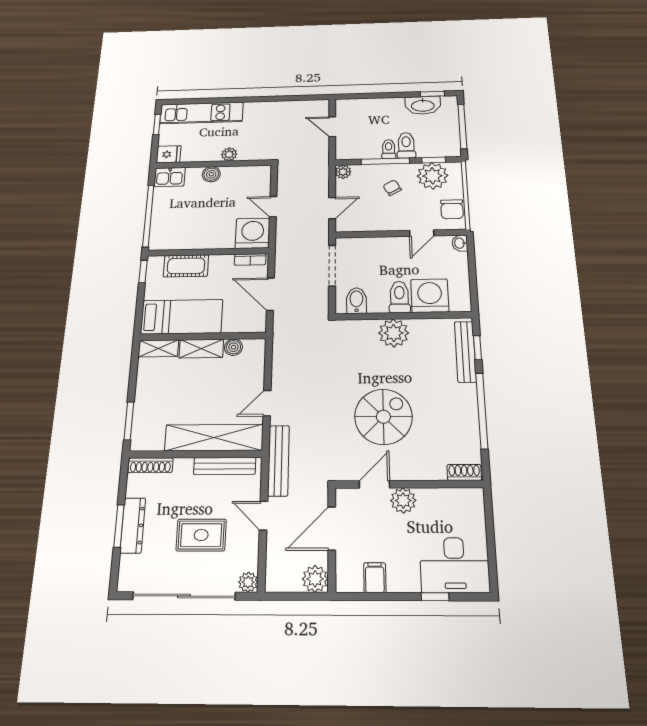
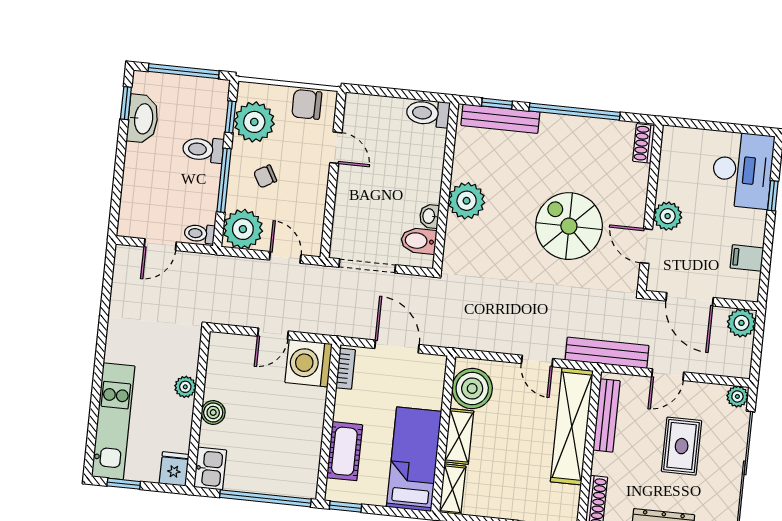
toilet: (389, 149) -> (200, 234), moved
plant: (343, 172) -> (243, 229), width x1.87, depth x1.87
chair: (452, 209) -> (307, 104), turned 180
washbasin: (460, 243) -> (429, 216), moved, turned 90
door: (270, 294) -> (397, 347), swing flipped
washing machine: (430, 296) -> (423, 150), removed
toilet: (399, 297) -> (428, 113), moved
boiler: (233, 347) -> (472, 389), width x1.86, depth x1.86

